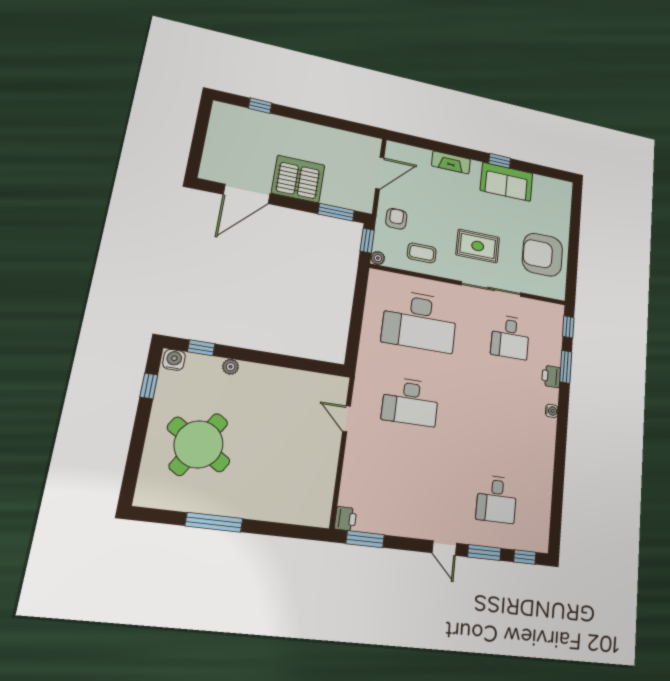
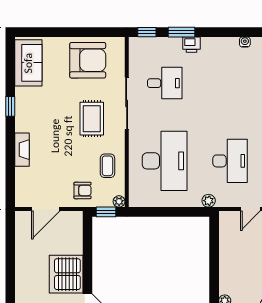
door: (380, 173) -> (46, 209), swing flipped
sofa: (507, 182) -> (28, 63), moved
window: (336, 212) -> (87, 240), removed
armchair: (396, 219) -> (83, 190), turned 180
armchair: (542, 255) -> (88, 60), turned -90
plant: (364, 367) -> (209, 201), added
water cooler: (552, 411) -> (245, 42), moved

